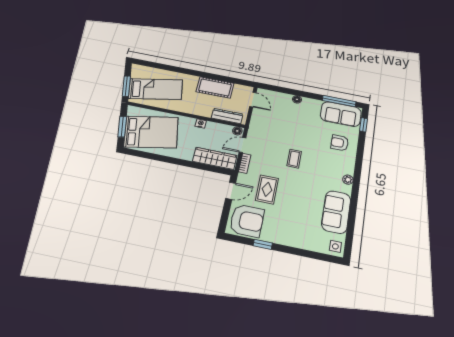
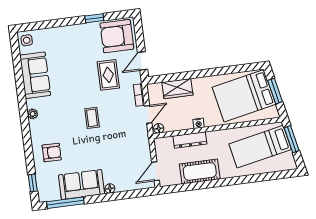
door: (253, 100) -> (156, 171), hinge flipped
sofa: (341, 114) -> (81, 184), moved
dresser: (227, 116) -> (190, 140), moved
wardrobe: (215, 158) -> (177, 89), width x0.67

